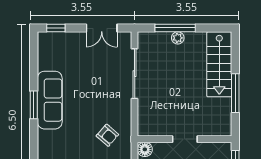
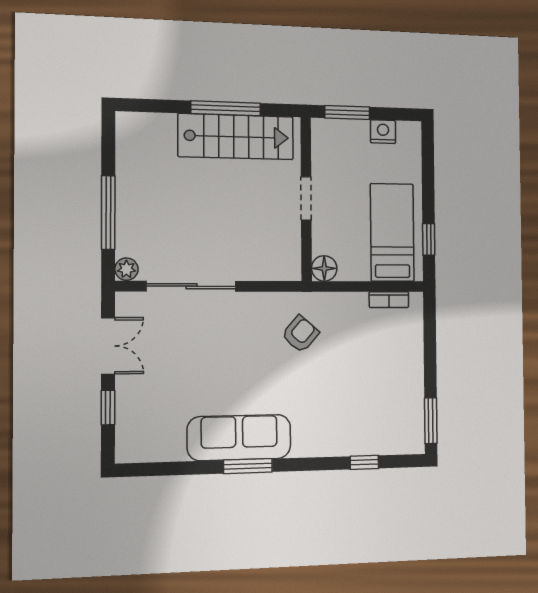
window: (56, 28) -> (108, 407), moved
plant: (178, 38) -> (126, 269), moved
stairs: (219, 64) -> (236, 137), moved

